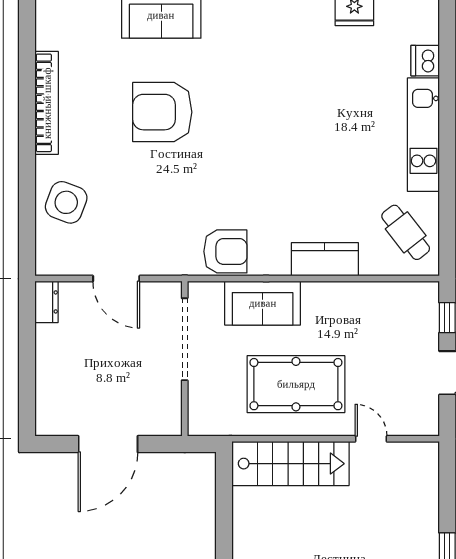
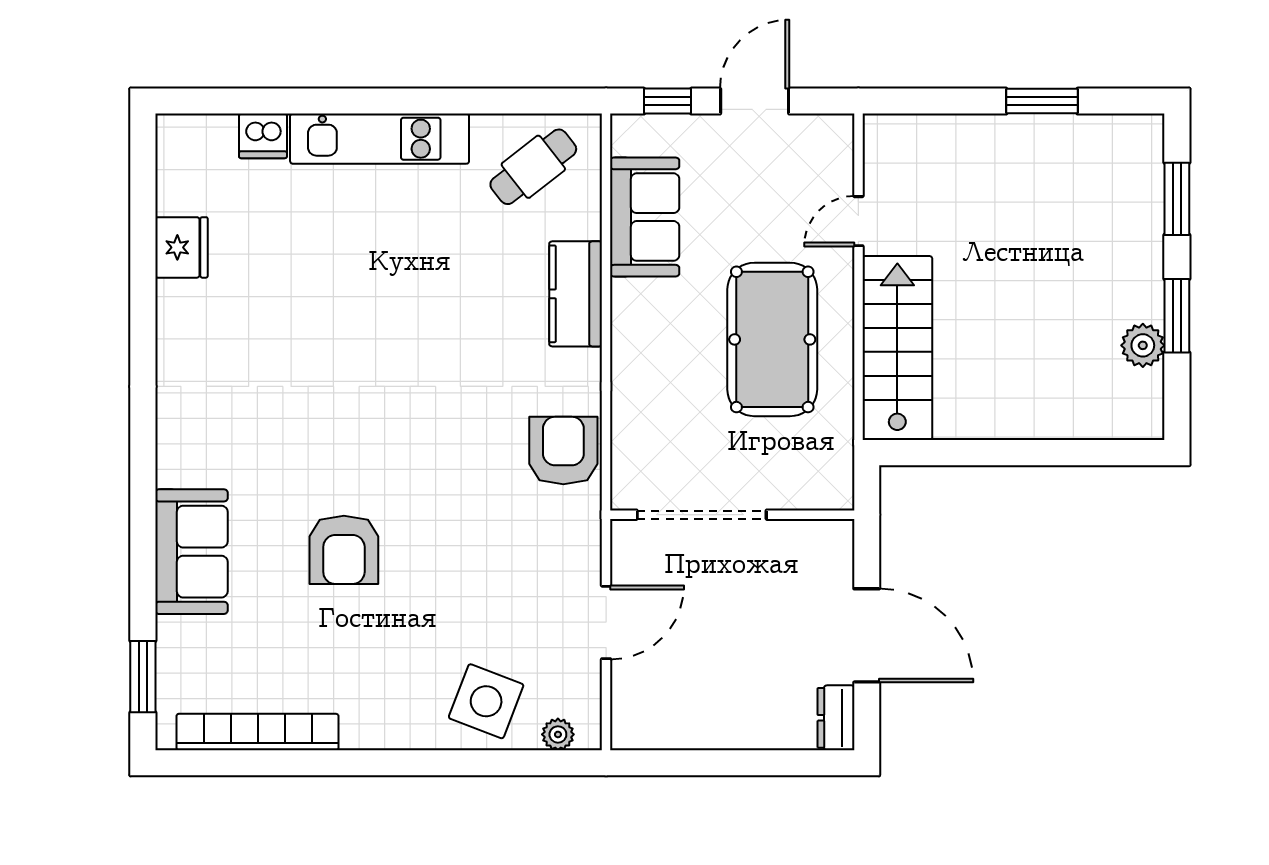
bookcase: (47, 103) -> (258, 732), moved
armchair: (162, 112) -> (344, 550), width x0.73, depth x0.73
plant: (45, 248) -> (558, 734), added
dresser: (47, 302) -> (836, 718), moved, turned -90
sofa: (263, 303) -> (645, 217), moved

